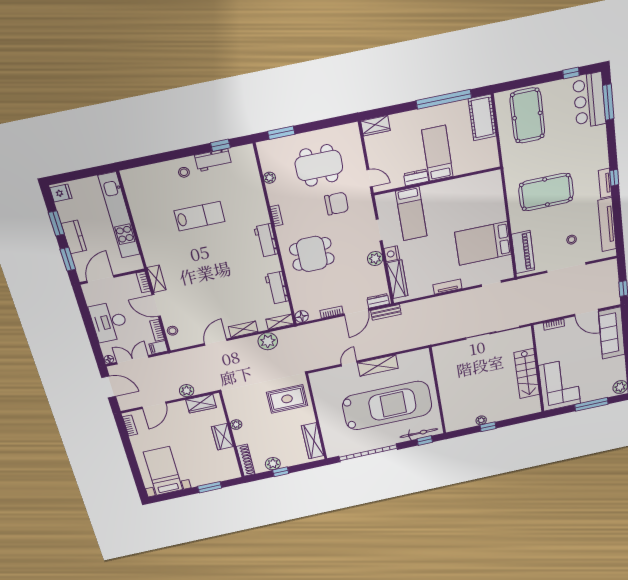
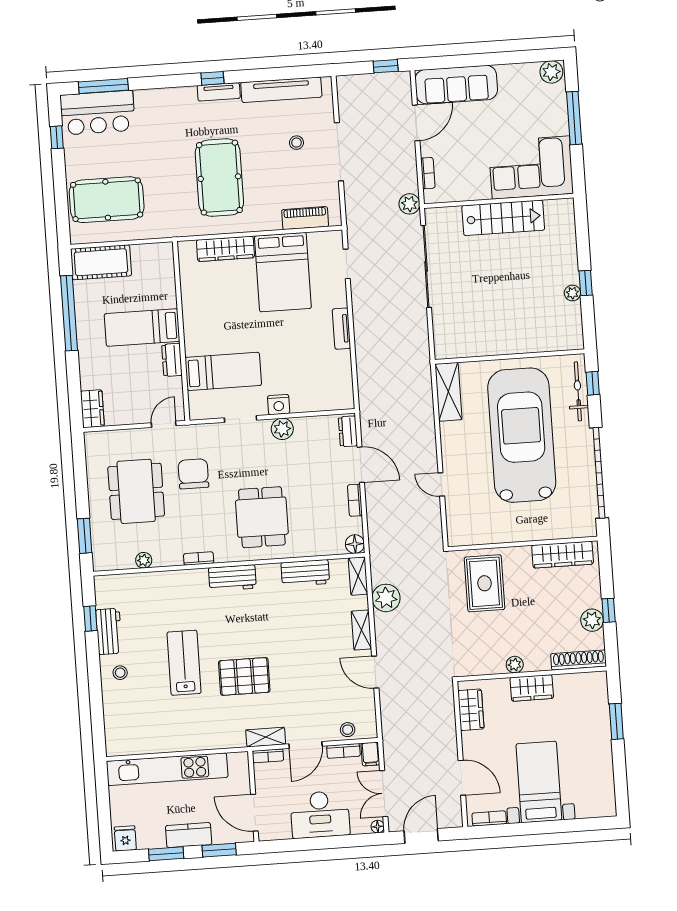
piano: (523, 252) -> (305, 218), width x0.73, depth x0.75
pallet: (197, 258) -> (244, 676), added
wardrobe: (397, 279) -> (225, 249), moved, turned 180
bench: (386, 312) -> (368, 422), removed
shelving: (378, 366) -> (448, 392), moved
plant: (187, 391) -> (409, 204), moved
bed with nightstands: (163, 471) -> (539, 782), moved, turned 90

